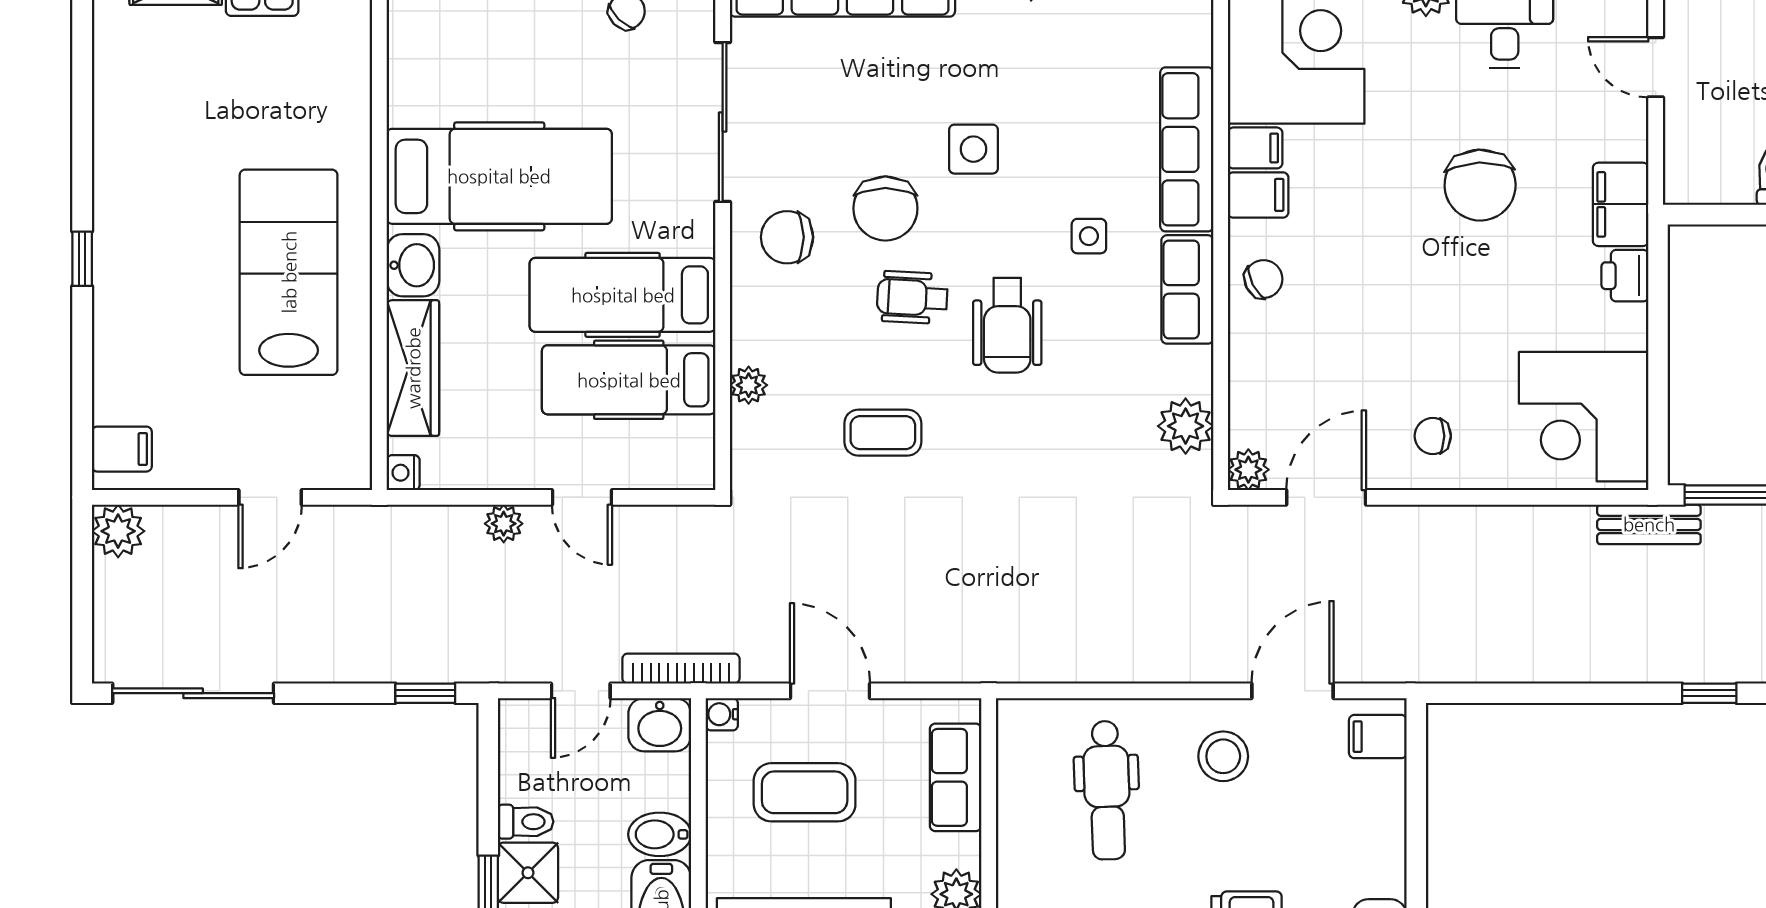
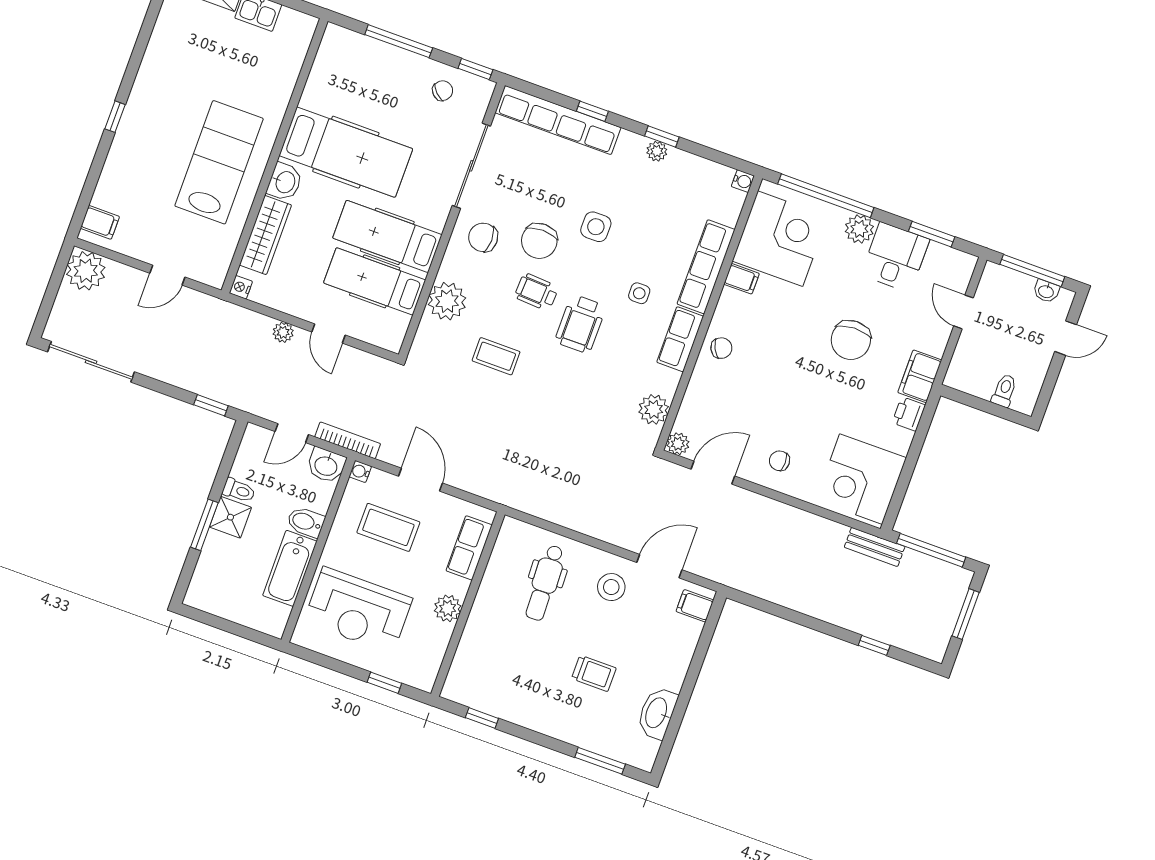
filing cabinet: (1258, 195) -> (734, 304), removed
plant: (749, 385) -> (447, 301), width x1.88, depth x1.88
plant: (118, 531) -> (86, 271), width x1.36, depth x1.36

